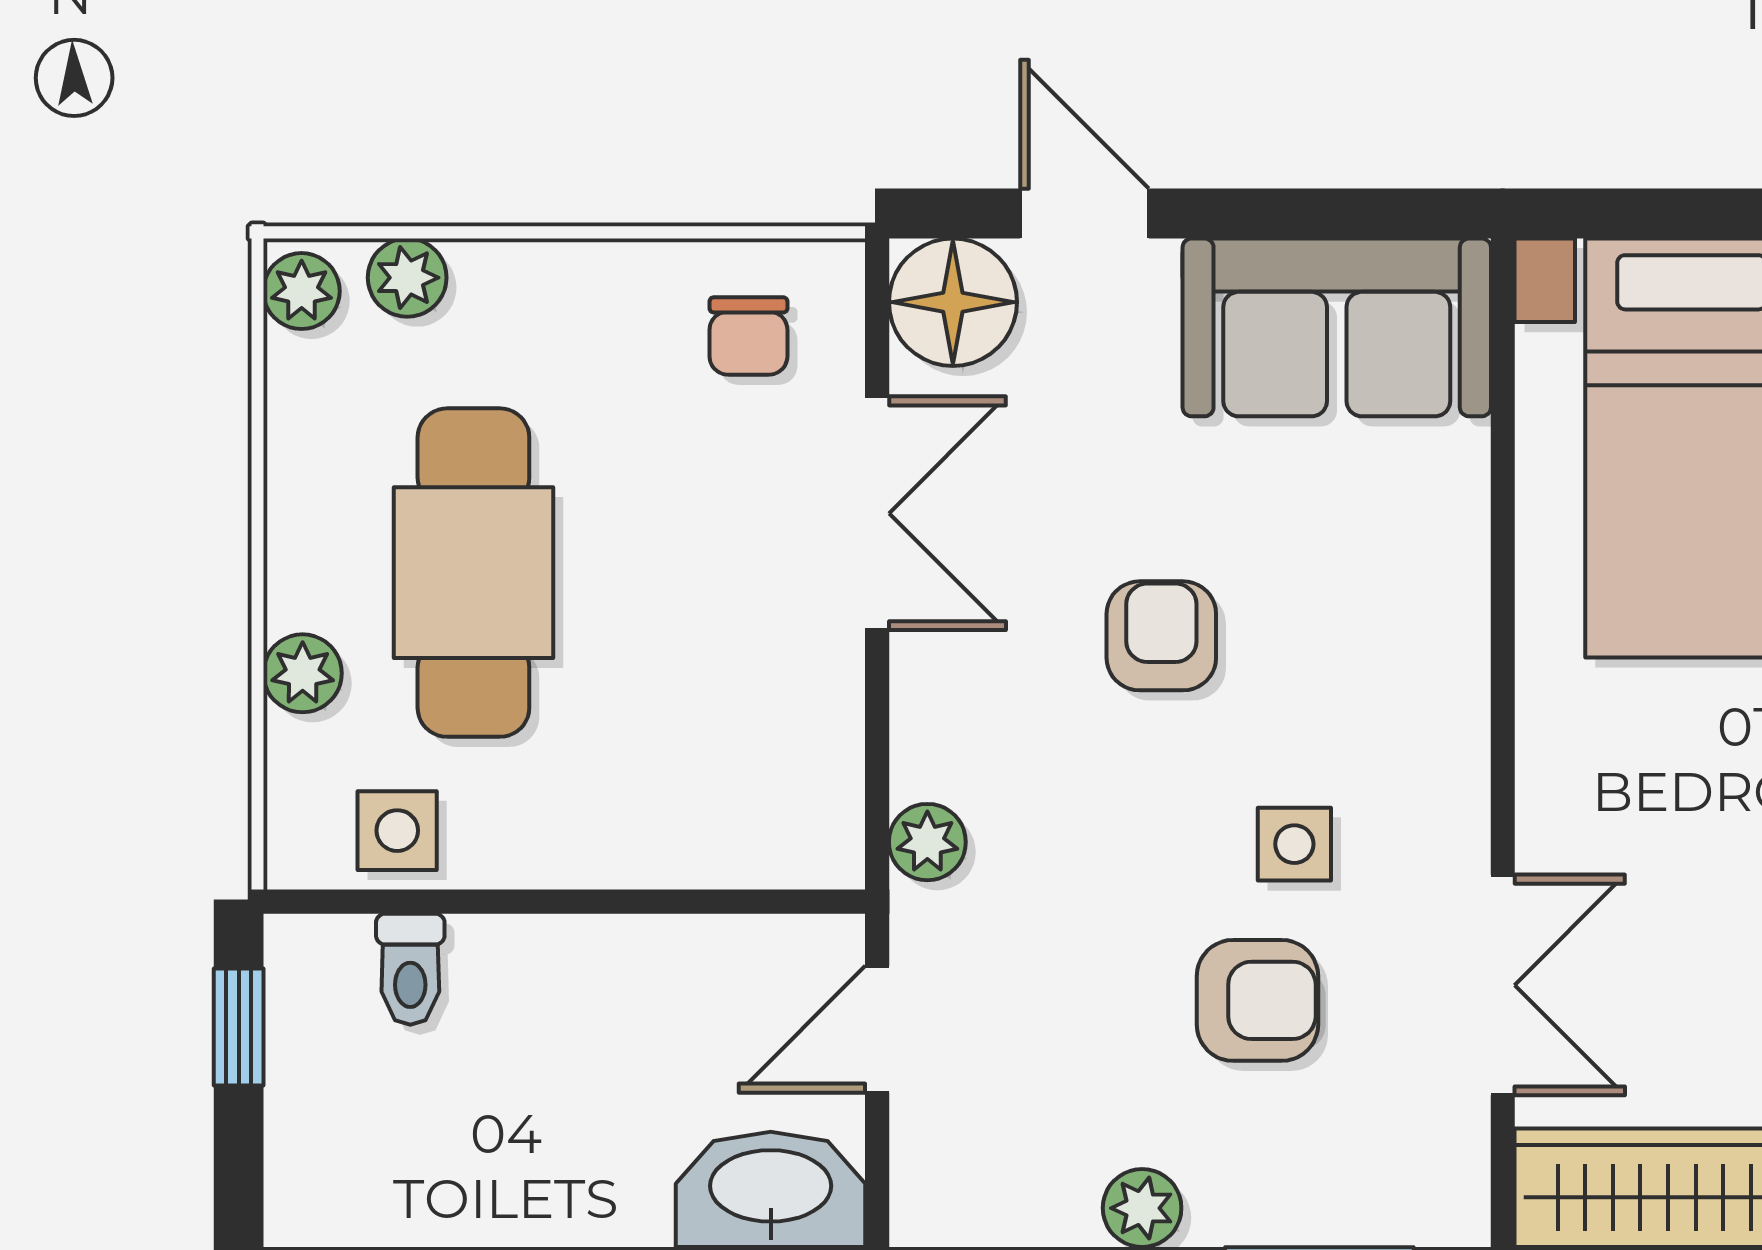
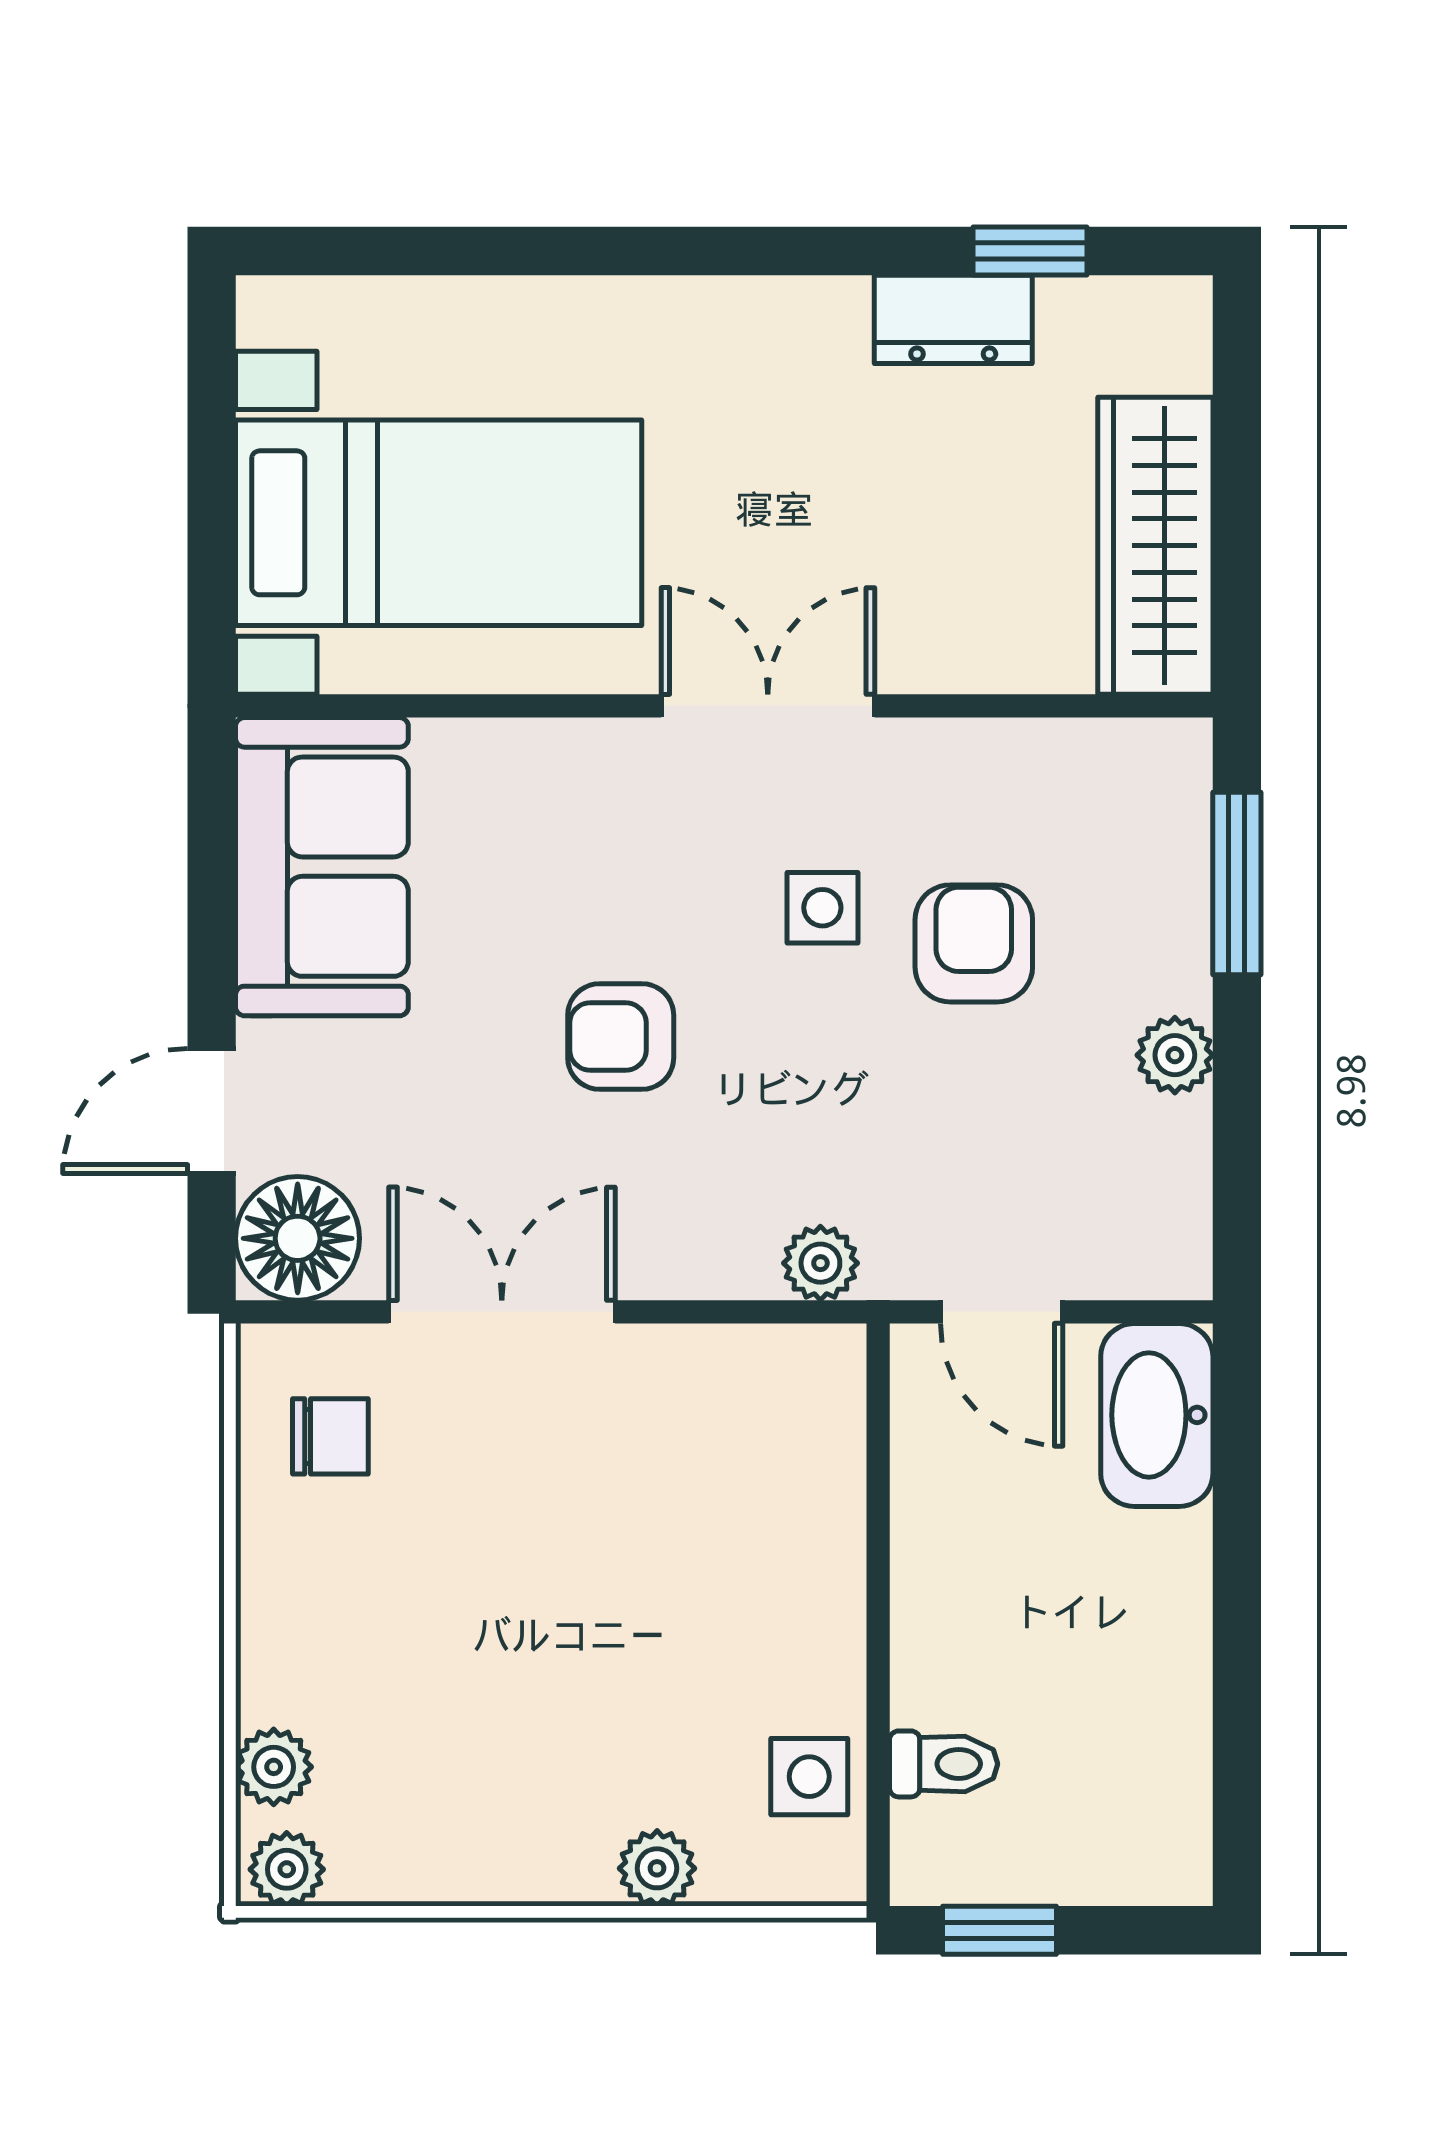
cafe table: (473, 573) -> (559, 1703), removed
double door: (1503, 985) -> (768, 706), moved

